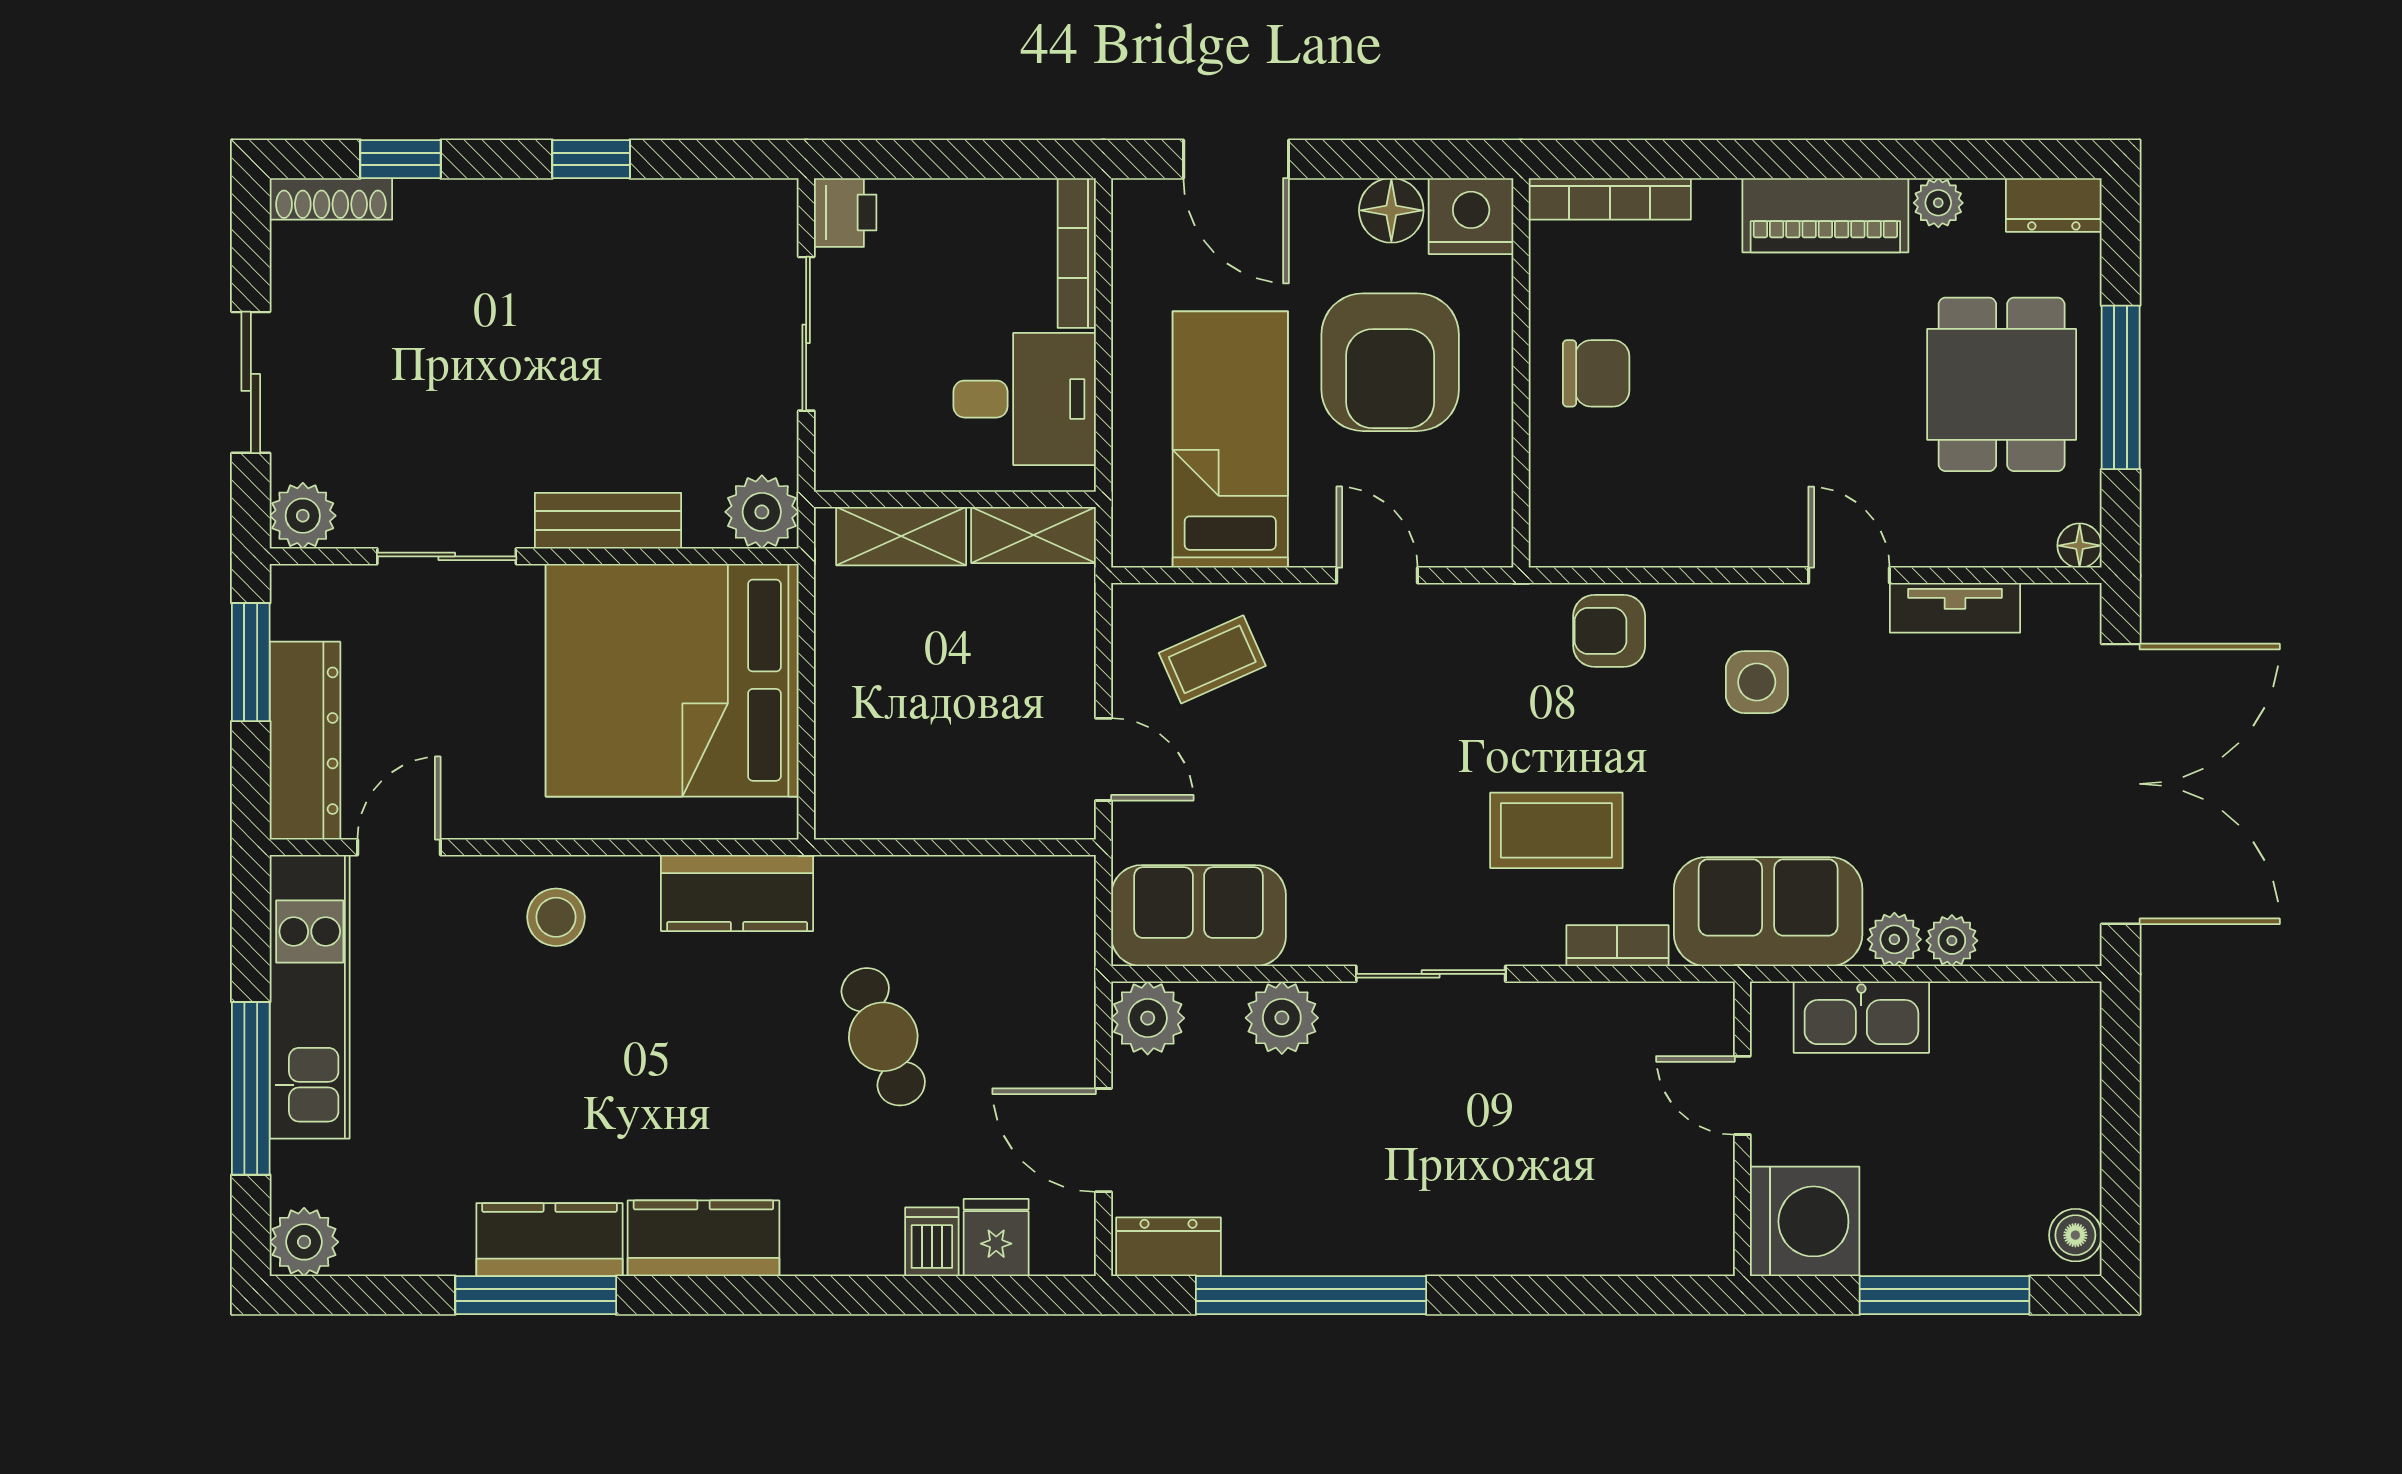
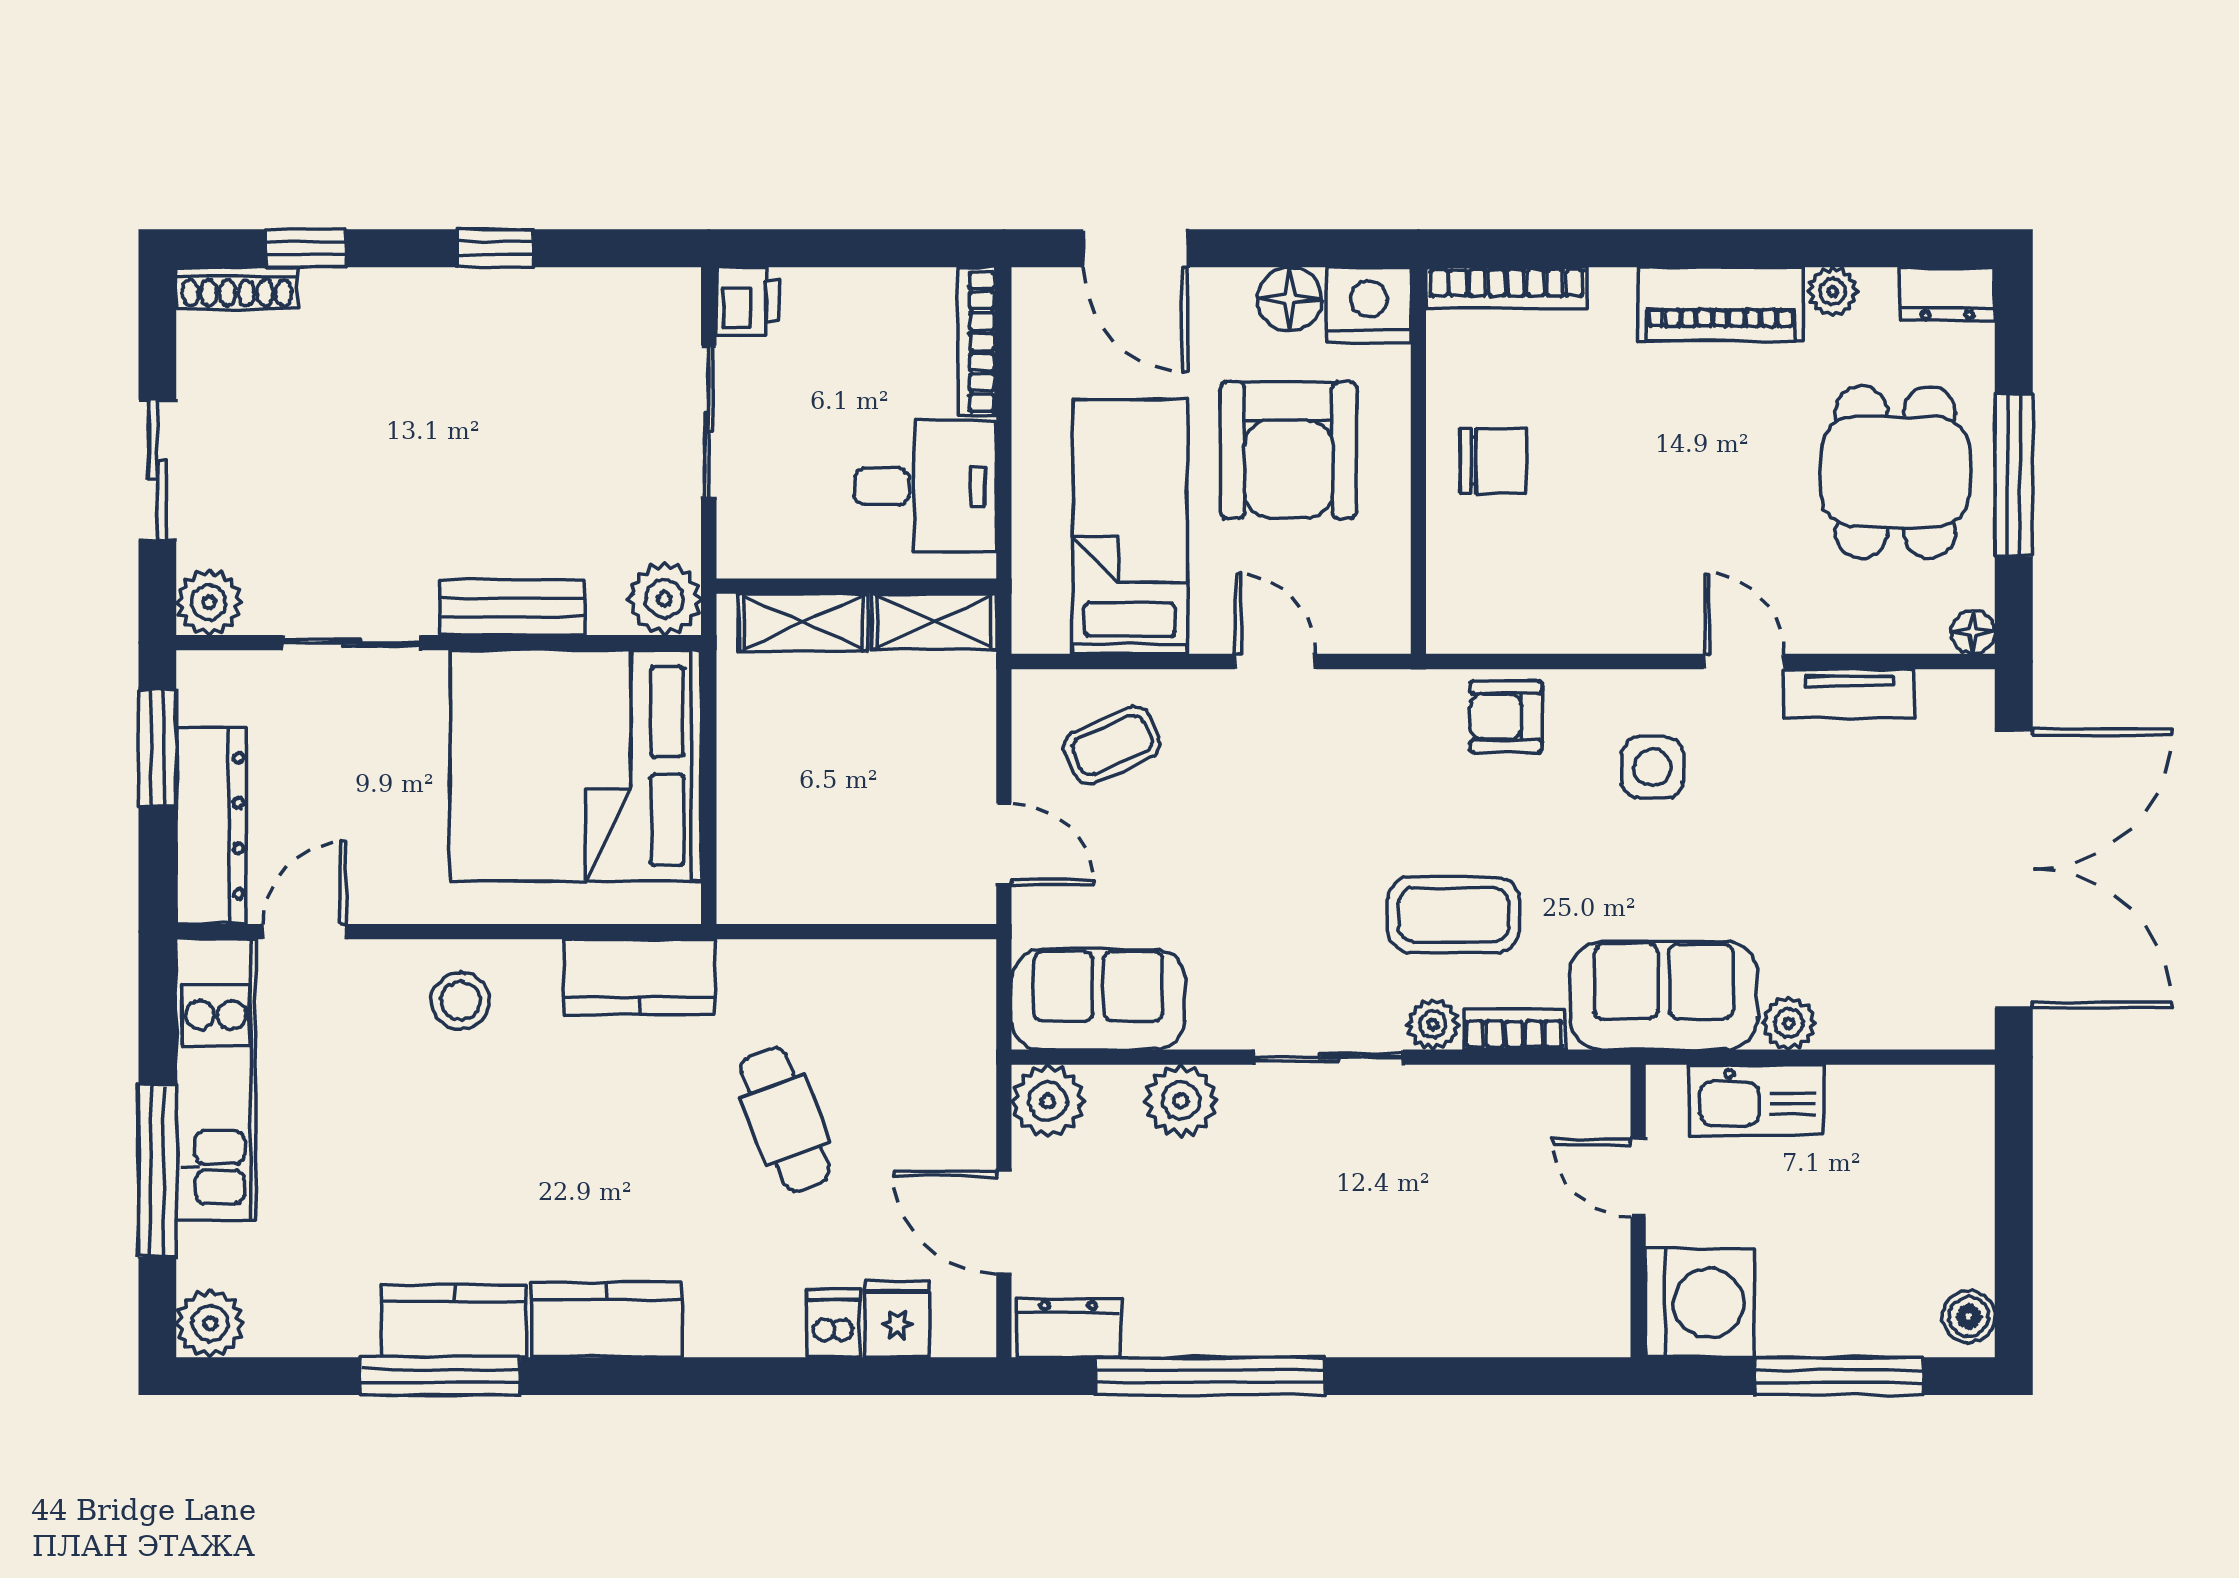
plant: (1952, 941) -> (1433, 1024), moved

